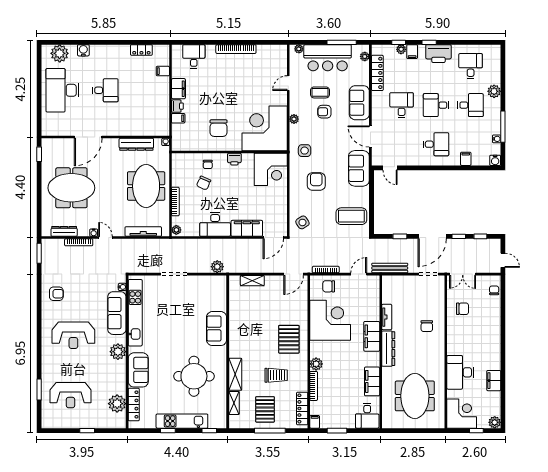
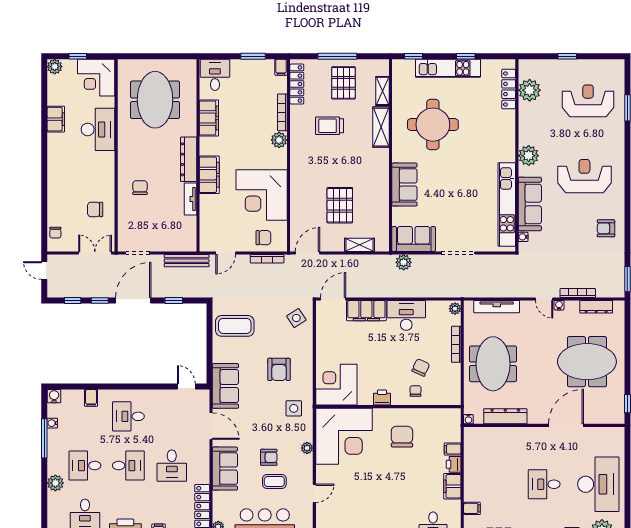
pallet: (289, 339) -> (340, 205), moved
sofa: (138, 370) -> (414, 239), moved, turned 90

